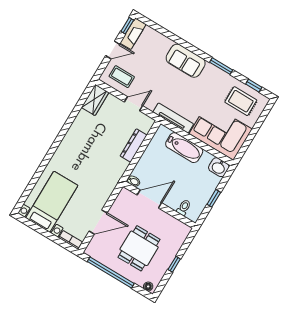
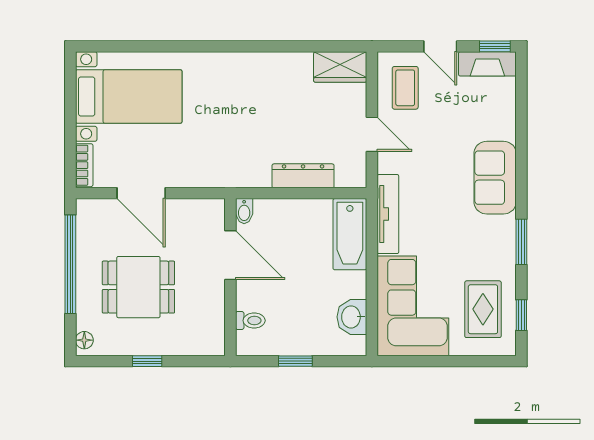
bathtub: (184, 148) -> (350, 234), moved
washbasin: (219, 167) -> (352, 317), moved

